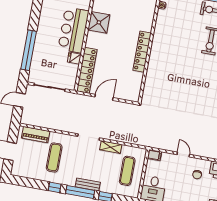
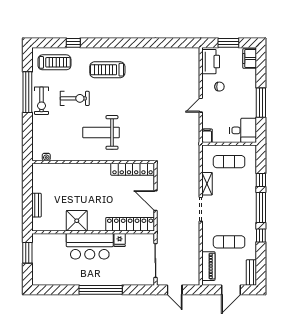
window: (29, 50) -> (101, 290), moved
locker: (142, 52) -> (133, 169), moved
weight bench: (175, 59) -> (101, 132), added
bench: (88, 185) -> (251, 272), moved

